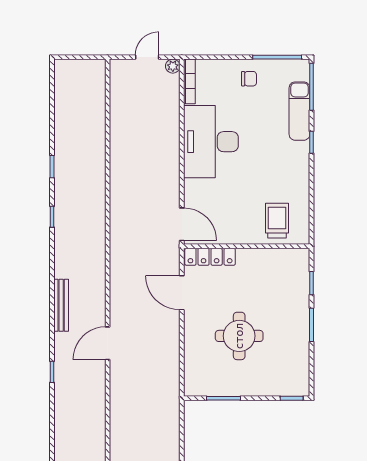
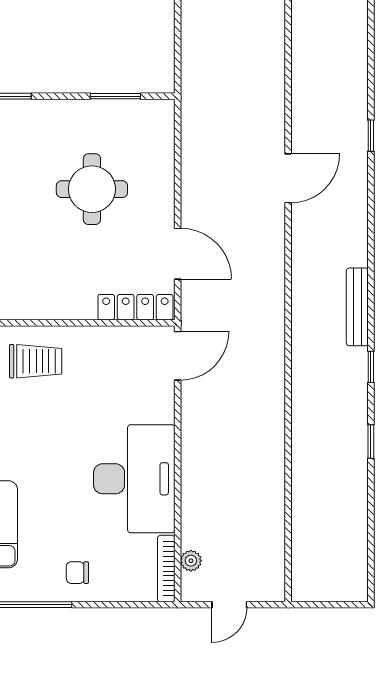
plant: (173, 66) -> (191, 561), moved
trolley: (277, 221) -> (36, 361), turned -90
door: (182, 224) -> (178, 356), swing flipped
bench: (61, 305) -> (357, 307), moved

